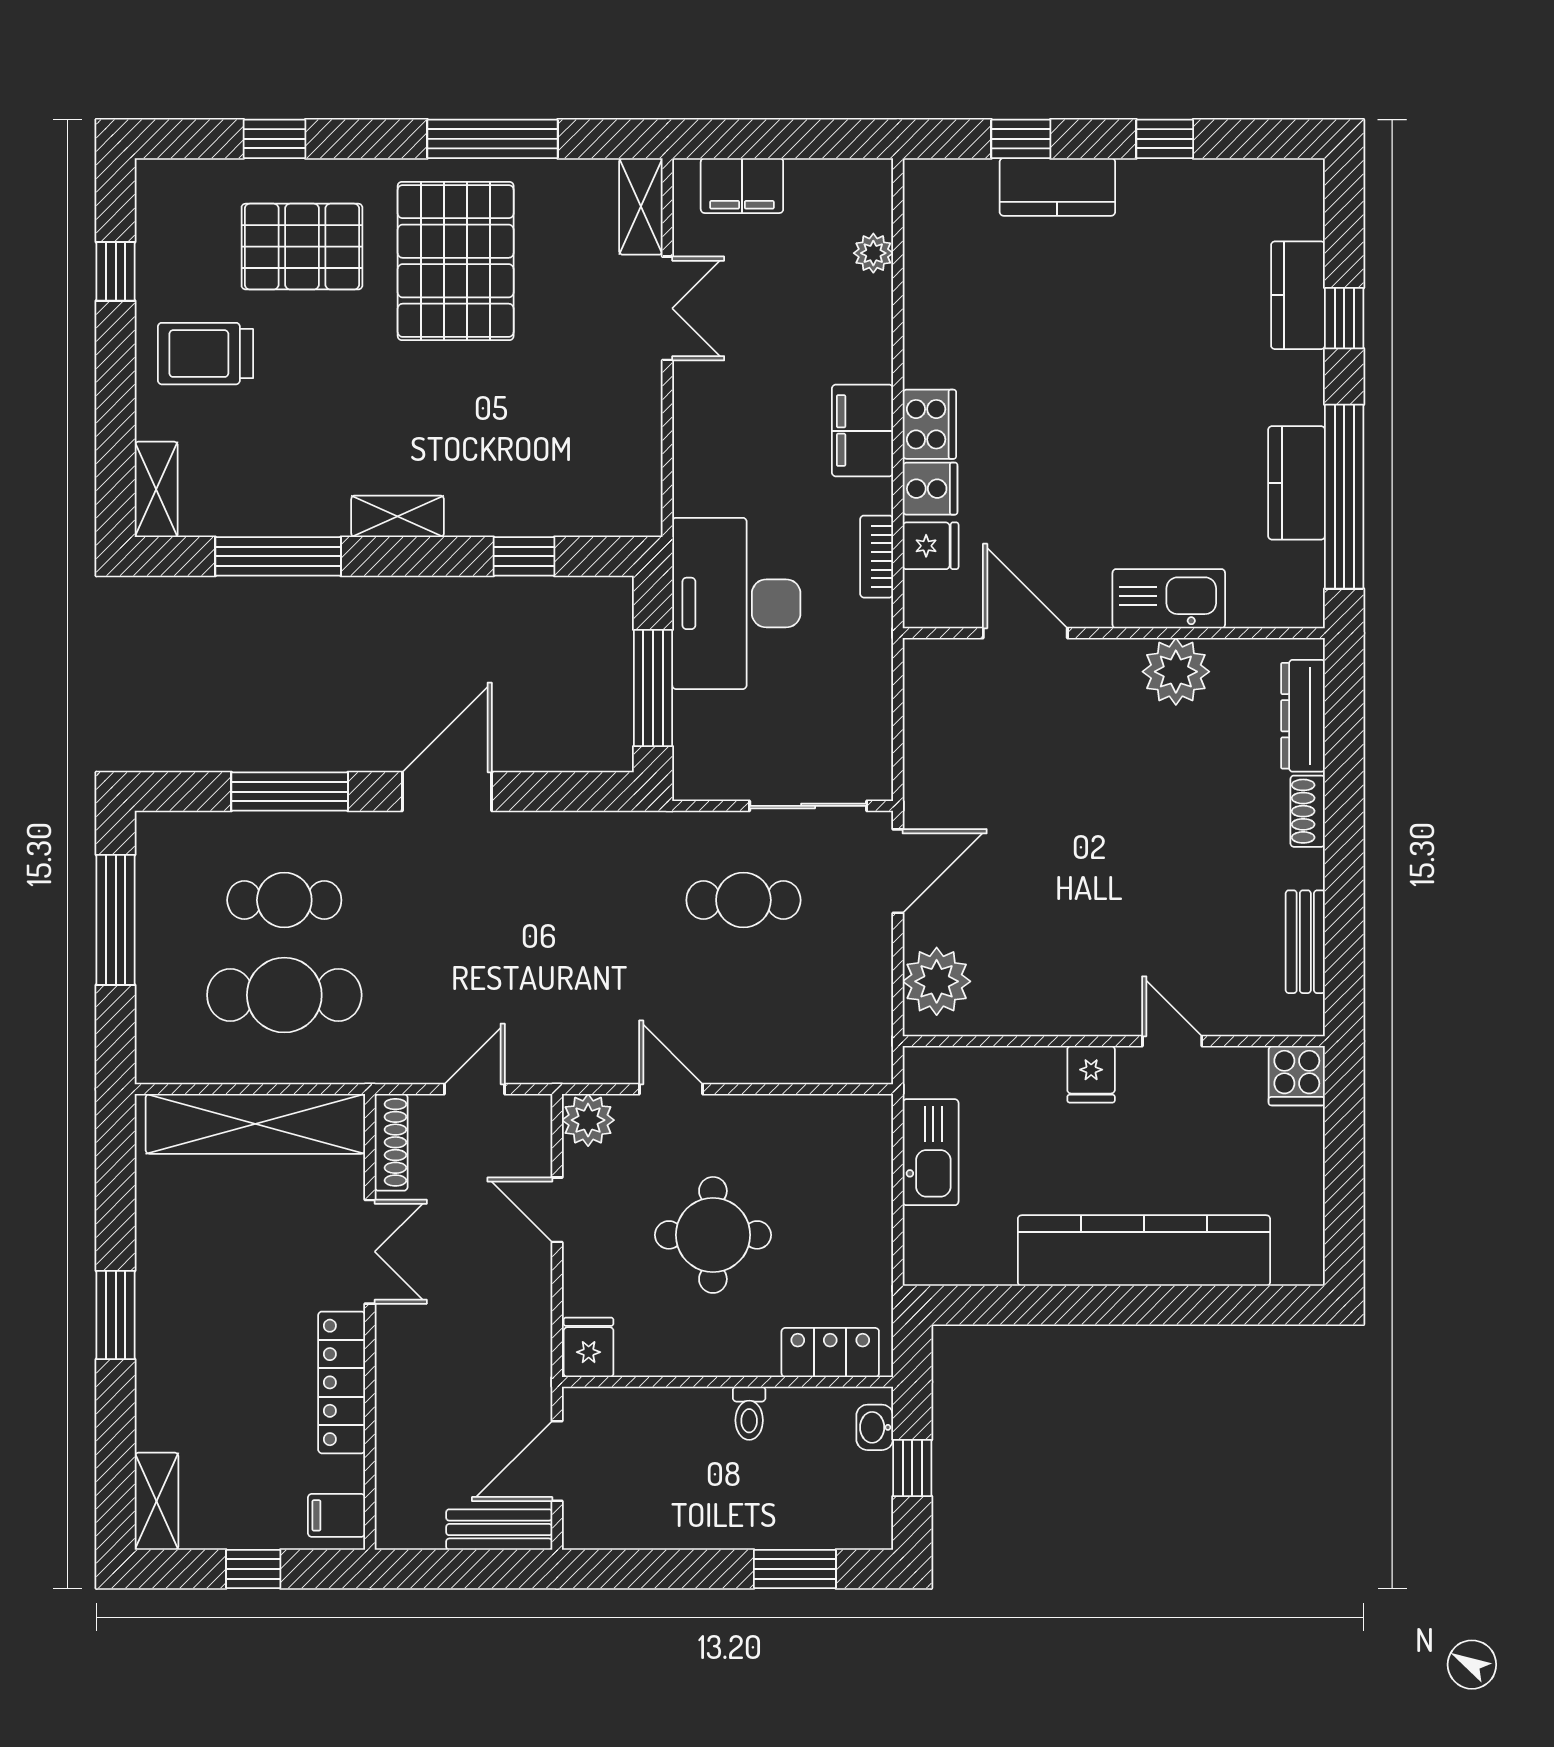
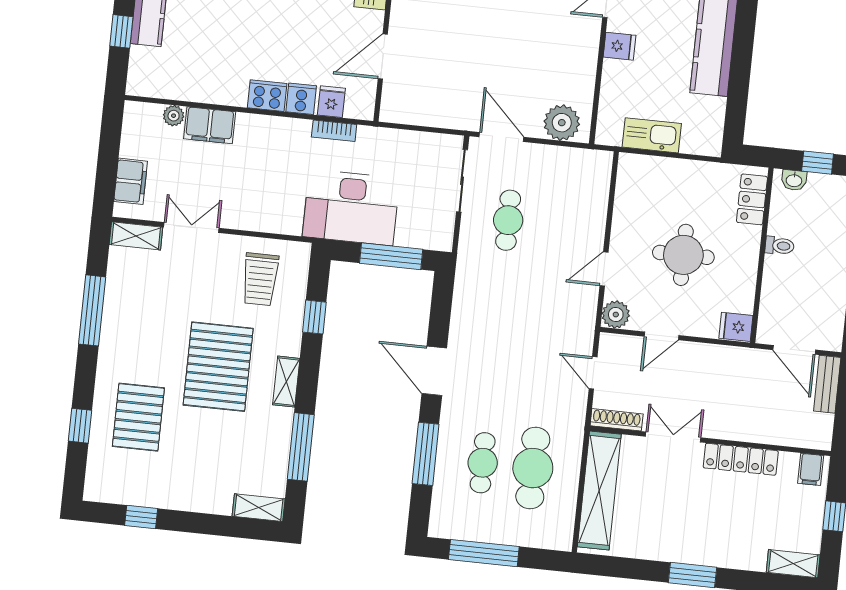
pallet: (456, 261) -> (218, 367), moved, turned 90
trolley: (206, 354) -> (260, 279), moved
filing cabinet: (862, 431) -> (210, 125), moved

